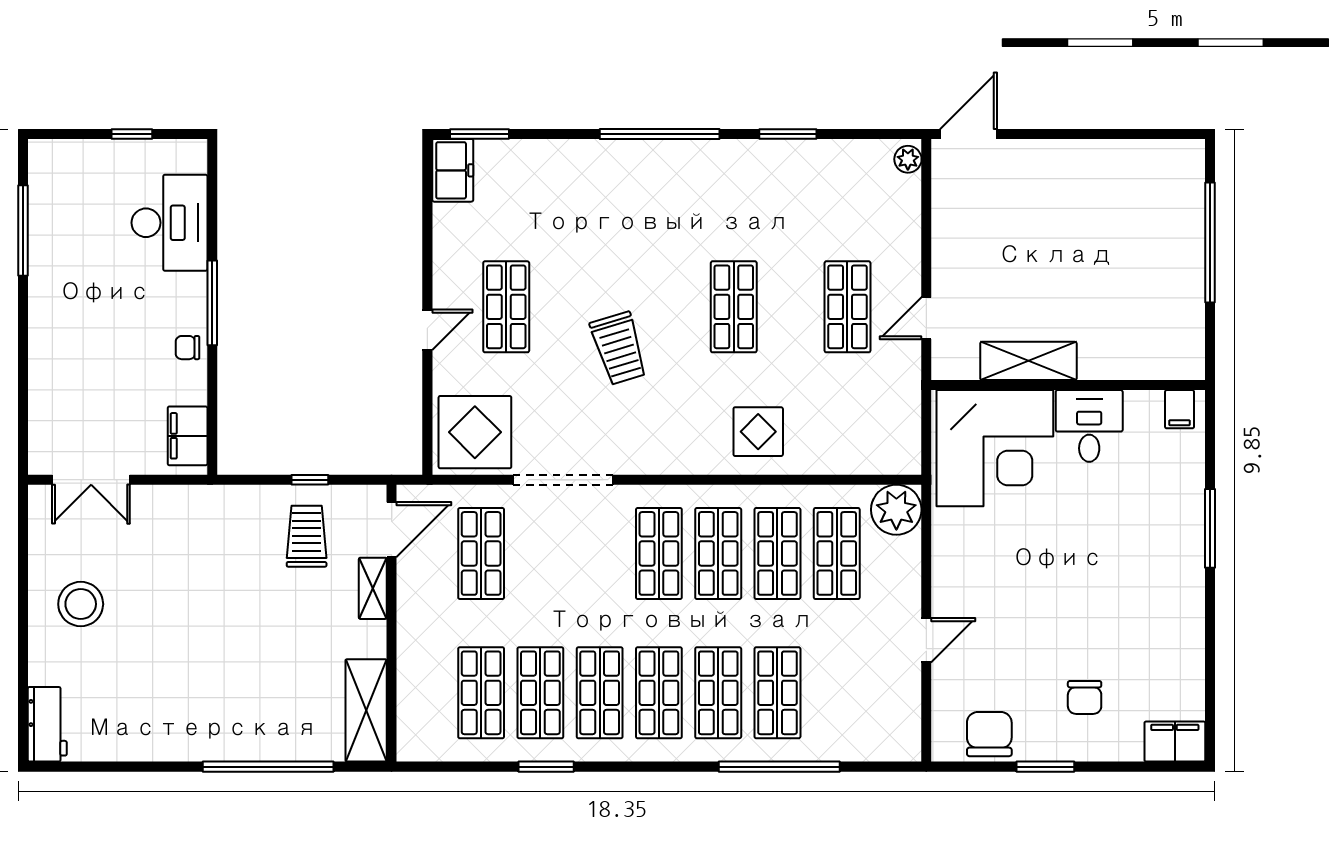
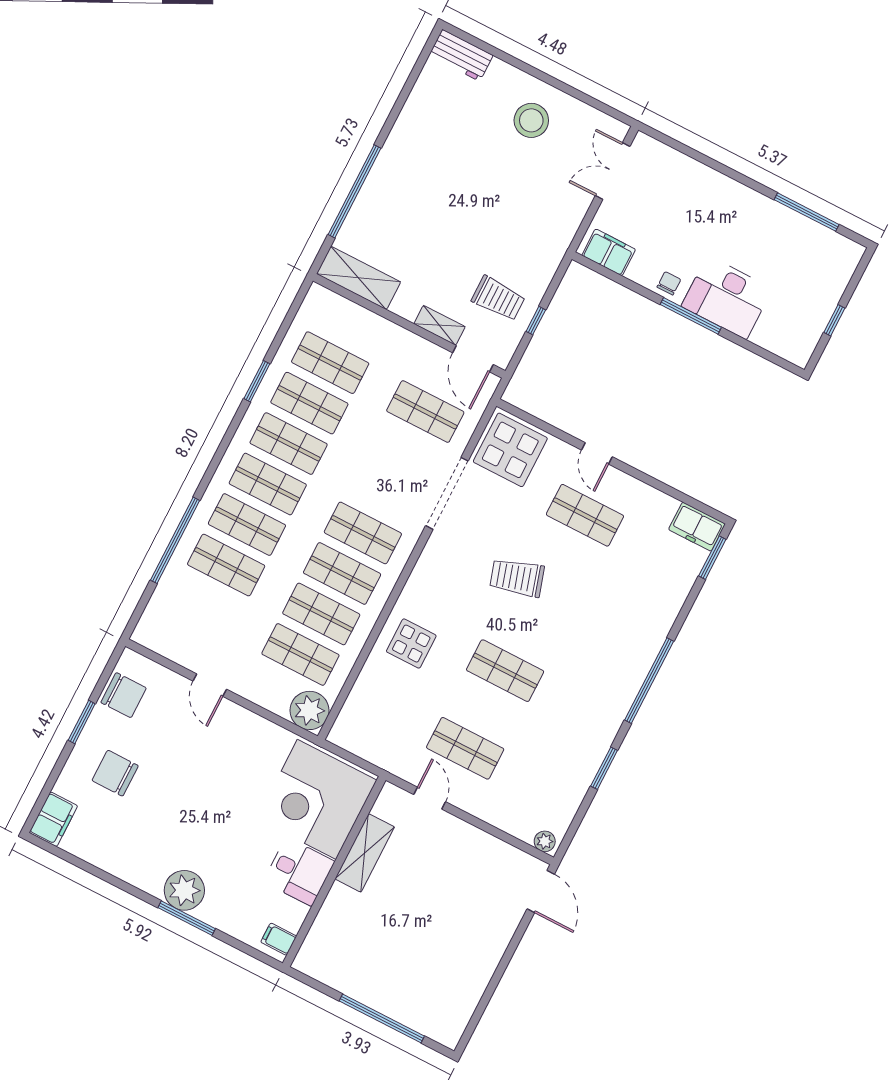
desk: (169, 223) -> (727, 297), moved
plant: (1179, 548) -> (184, 890), added
chair: (1085, 697) -> (115, 773), width x1.37, depth x1.37

